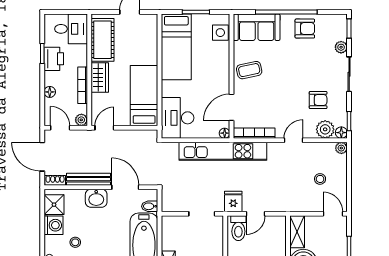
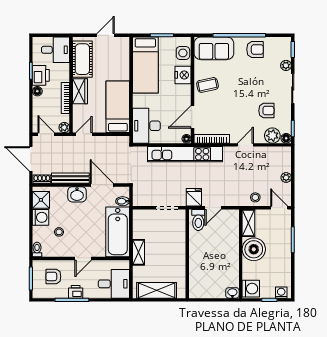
nightstand: (220, 58) -> (183, 75), added
floor lamp: (50, 92) -> (37, 91), moved
plant: (341, 148) -> (286, 178), moved
stool: (320, 179) -> (255, 197), moved

